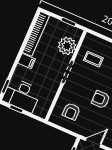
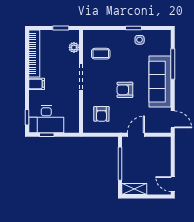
plant: (67, 46) -> (74, 47), width x0.53, depth x0.53

